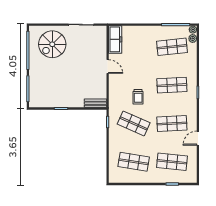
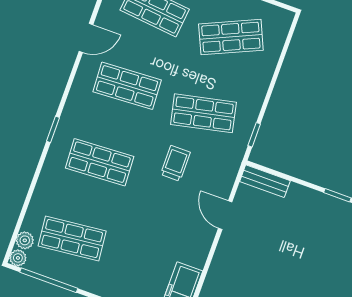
door: (108, 67) -> (225, 215), moved
shop shelf: (134, 123) -> (203, 113), turned -36
shop shelf: (134, 162) -> (231, 37), turned -33

